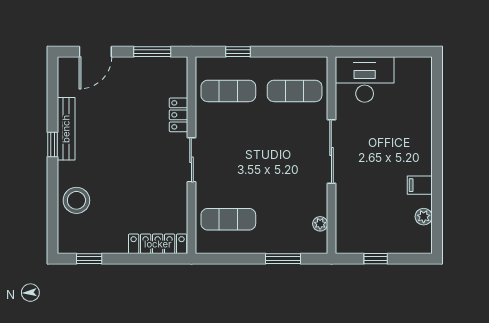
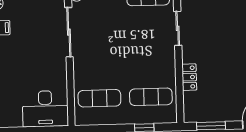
sliding door: (331, 151) -> (69, 32), moved
sliding door: (191, 160) -> (178, 28), moved

